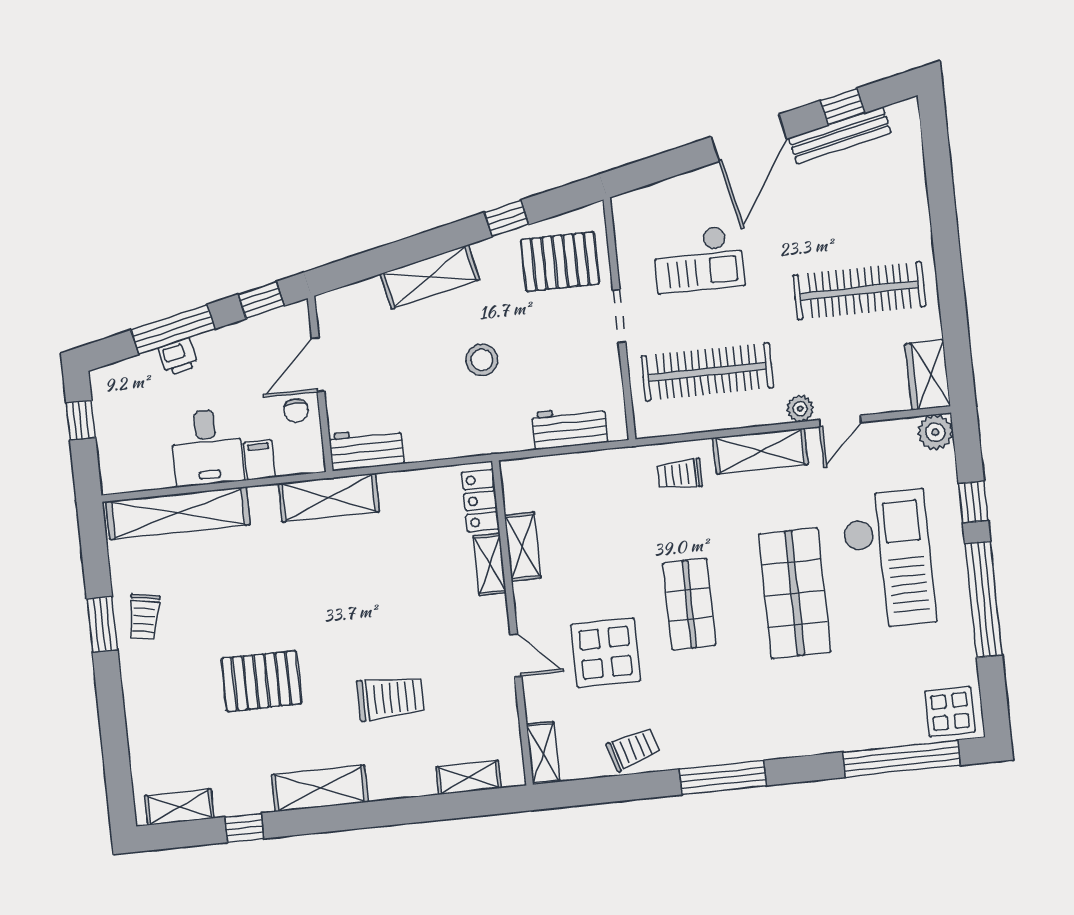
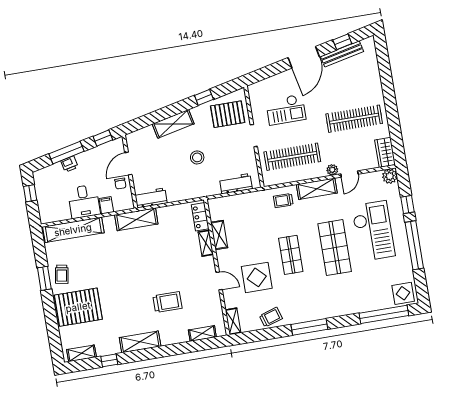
pallet: (261, 681) -> (78, 307), moved, width x1.37, depth x1.41

